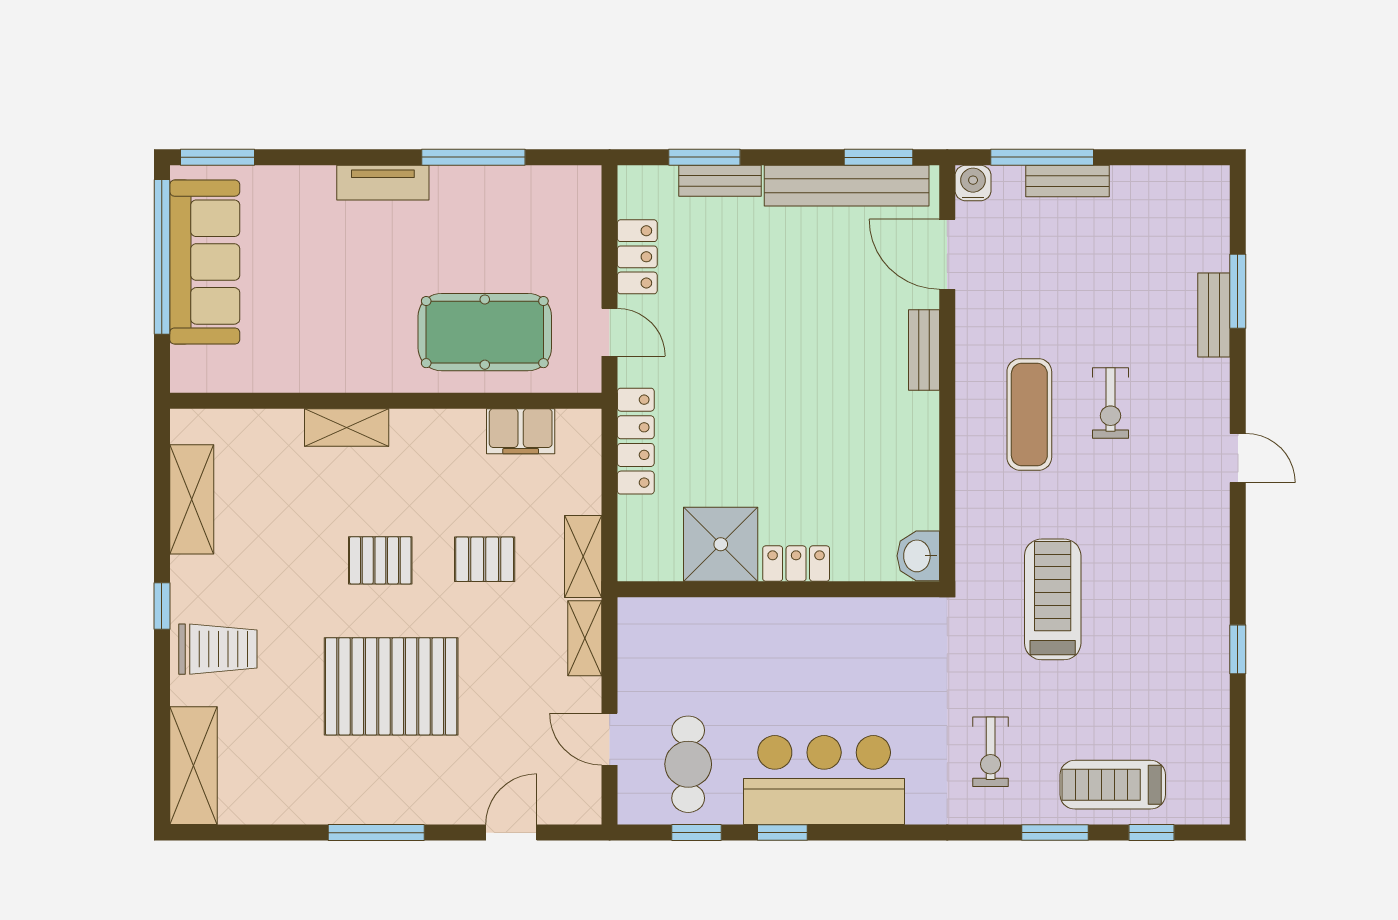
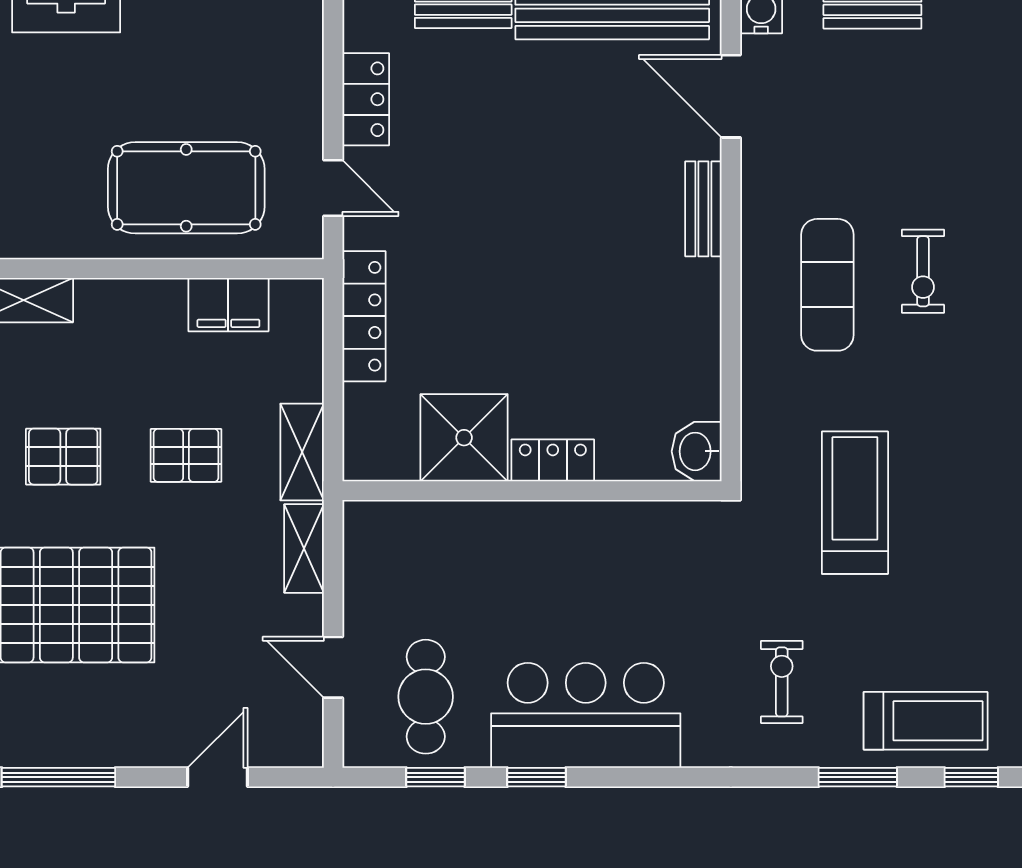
exercise bike: (991, 752) -> (782, 682), turned 180
treadmill: (1113, 785) -> (926, 721), turned 180

